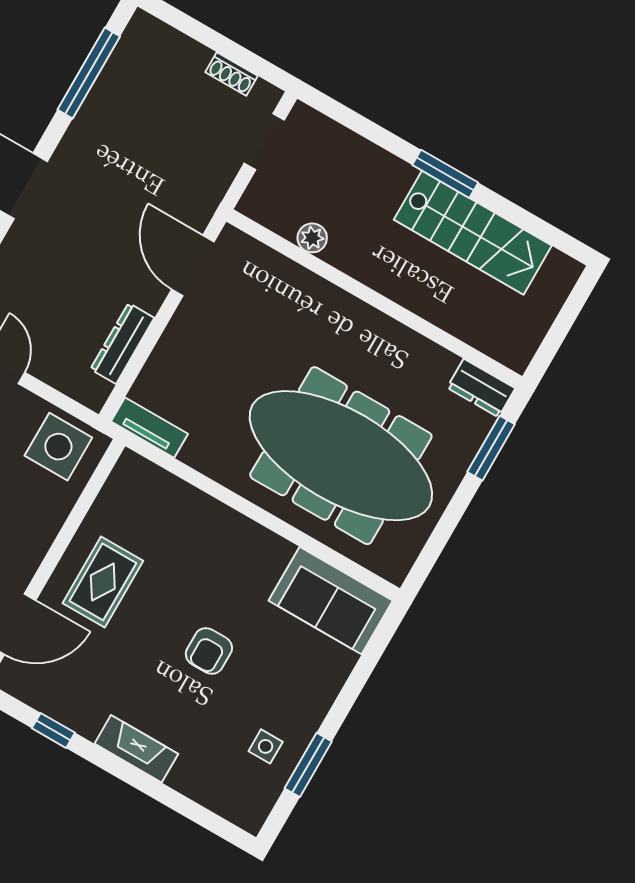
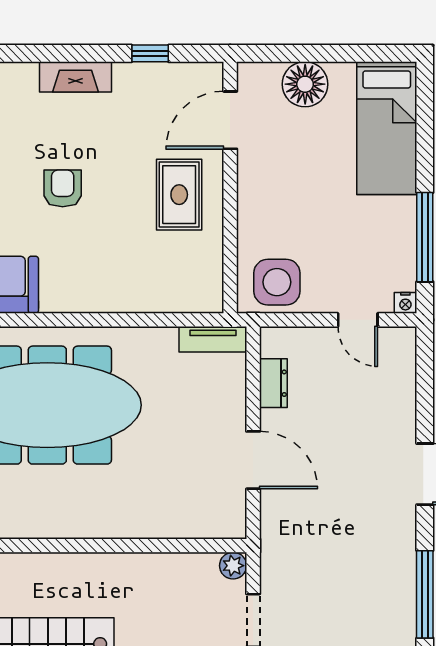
plant: (312, 238) -> (233, 566), moved
door: (193, 265) -> (253, 460), moved
dresser: (122, 343) -> (273, 383), width x0.70

